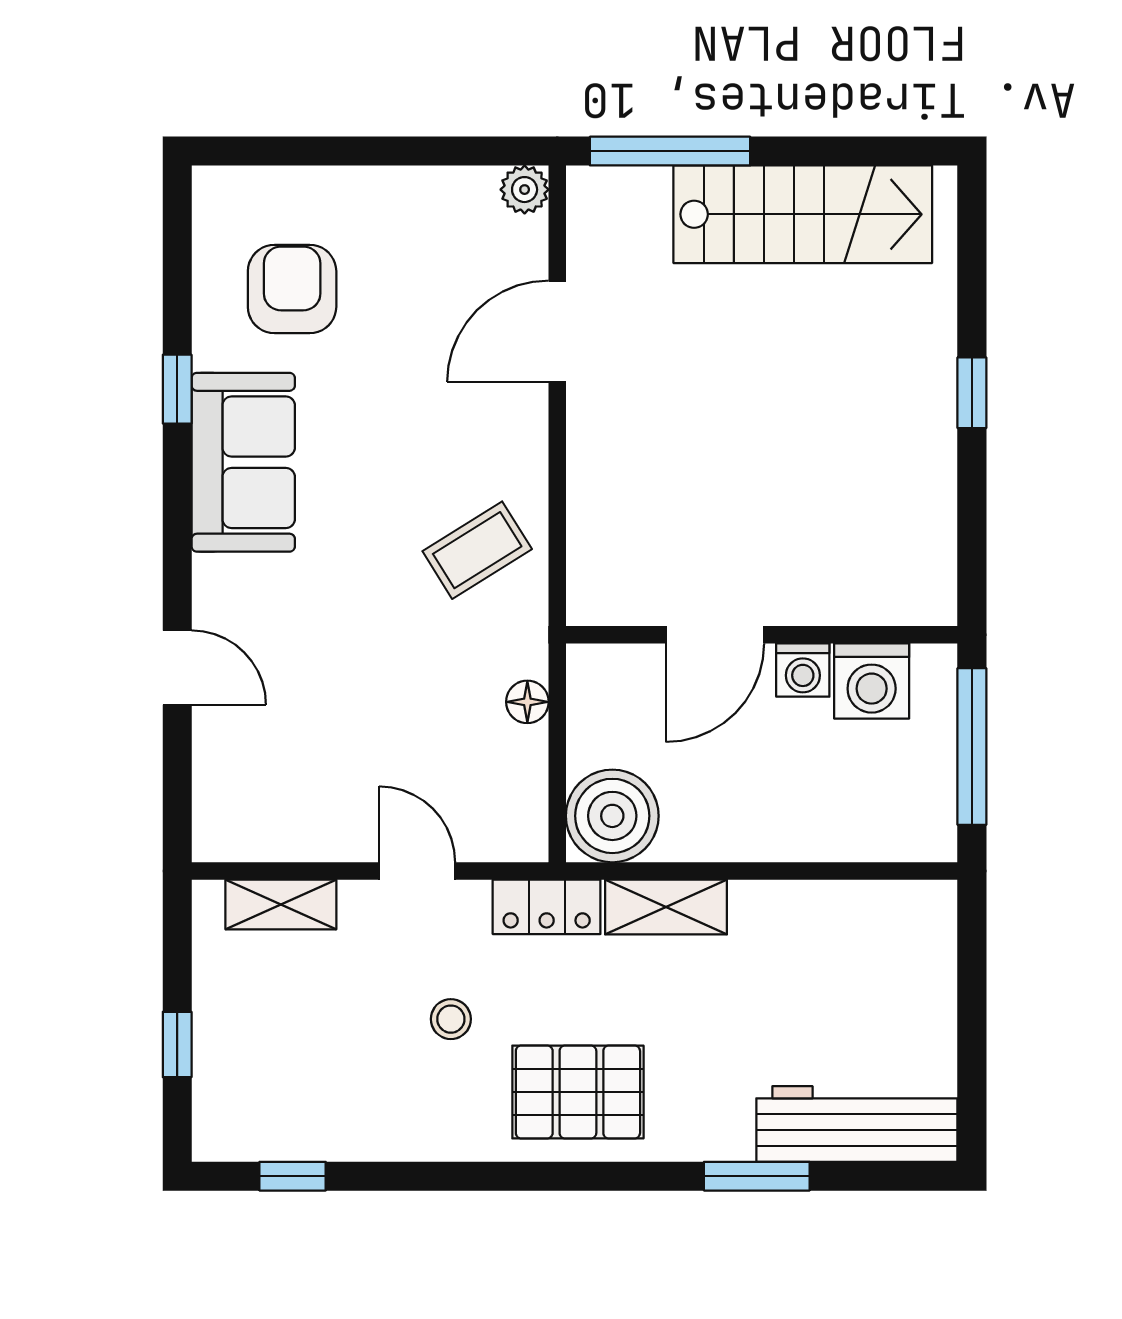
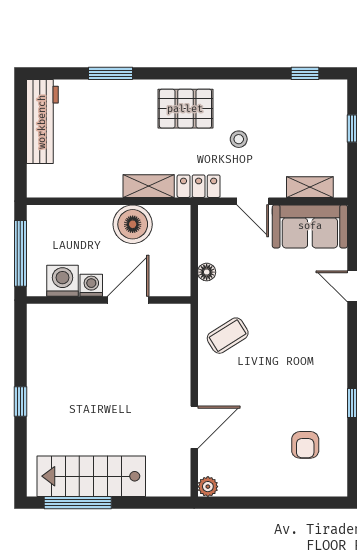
window: (670, 151) -> (78, 503), moved
armchair: (292, 289) -> (305, 445), width x0.72, depth x0.72
sofa: (243, 462) -> (310, 226), moved, turned -90
boiler: (612, 816) -> (133, 224), moved
workbench: (857, 1124) -> (42, 122), moved, turned -90

